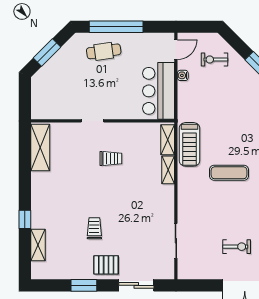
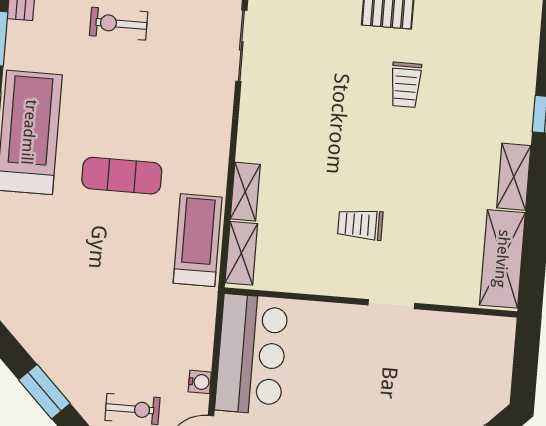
shelving: (38, 245) -> (514, 177), moved

